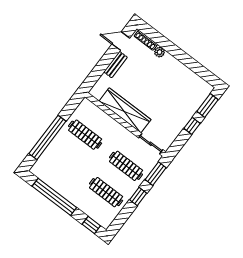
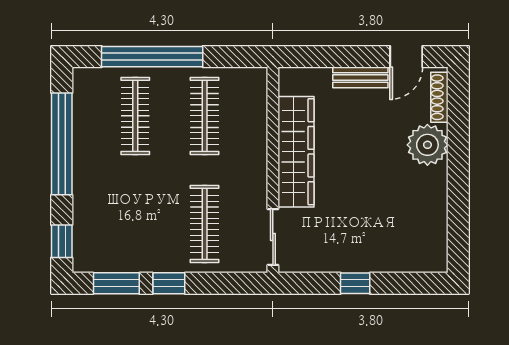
door: (121, 41) -> (406, 57), swing flipped
plant: (160, 52) -> (427, 145), width x1.88, depth x1.88
window: (208, 105) -> (409, 283), removed
window: (156, 174) -> (116, 283), moved
clothes rail: (106, 192) -> (135, 116), moved

